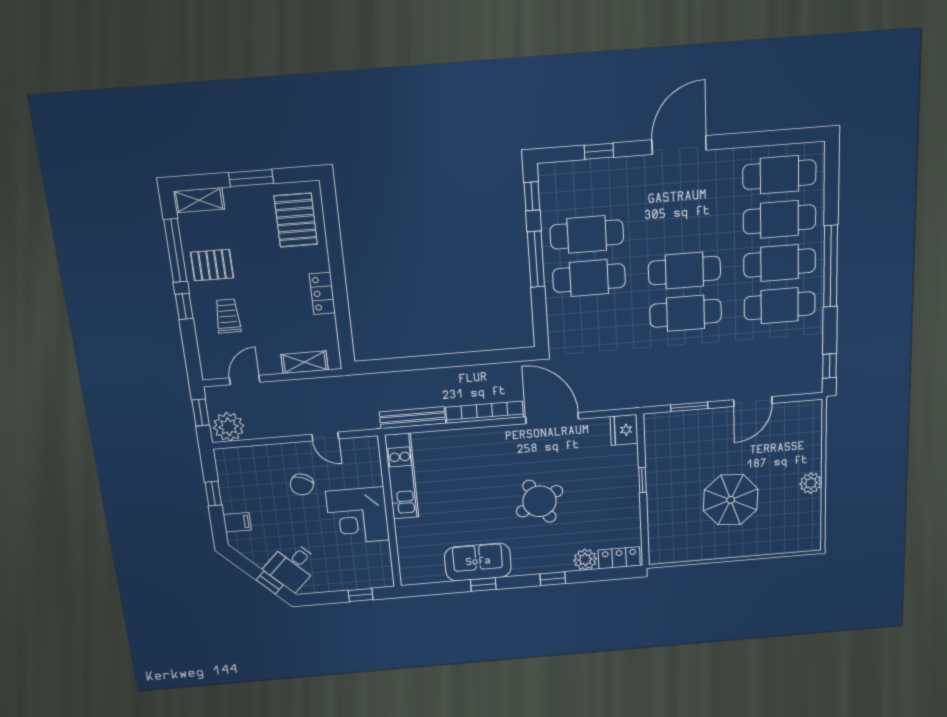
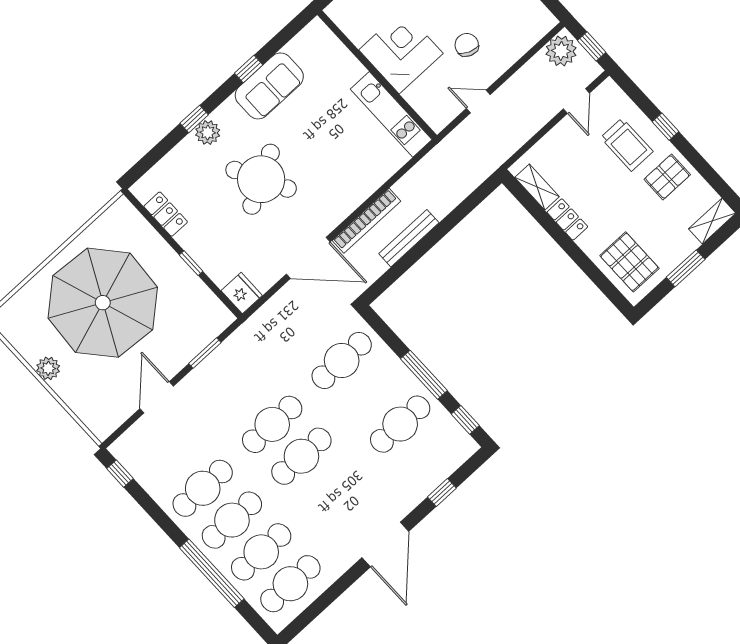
window: (175, 251) -> (703, 167), removed
window: (831, 266) -> (212, 573), moved
cafe table: (589, 278) -> (342, 360), moved
trolley: (228, 316) -> (627, 145), width x1.36, depth x1.39
shelving: (305, 362) -> (537, 187), moved, turned 90
bench: (412, 418) -> (409, 238), moved
parasol: (731, 500) -> (103, 303), width x1.86, depth x1.86
round table: (540, 501) -> (261, 179), width x1.36, depth x1.36
locker: (619, 558) -> (166, 214), moved, turned -90
plant: (585, 560) -> (208, 133), moved

